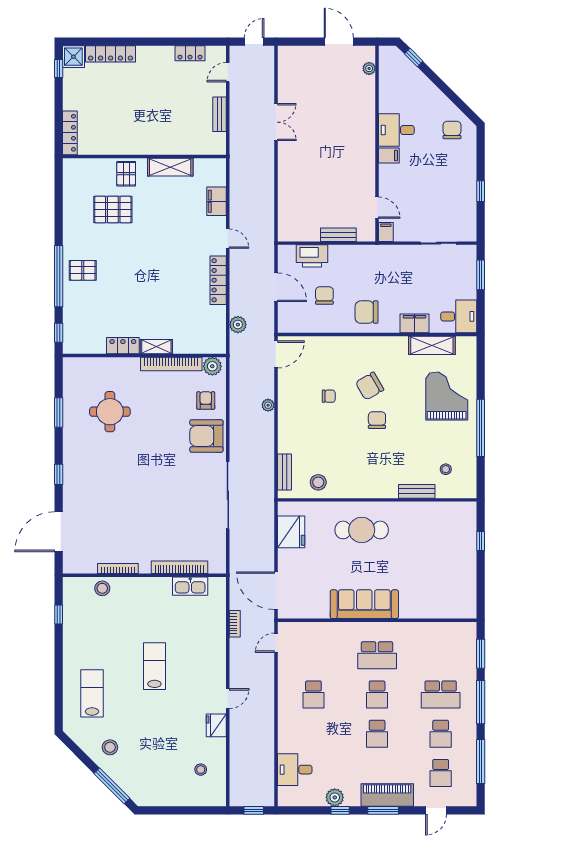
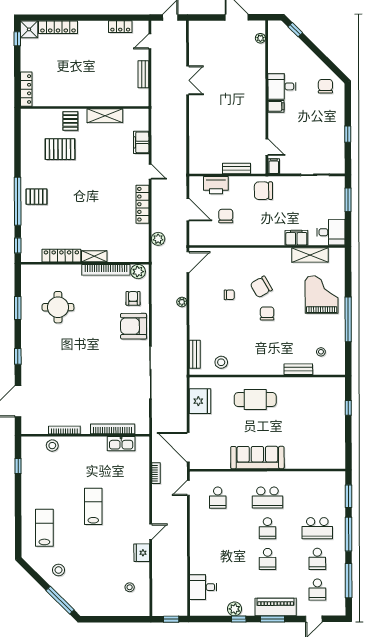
chair: (367, 312) -> (263, 191), moved
locker: (123, 346) -> (61, 256), width x1.53
school desk: (313, 694) -> (218, 498), moved

